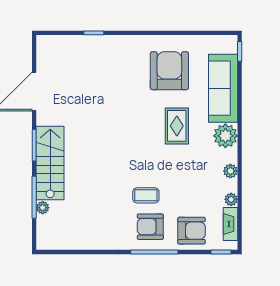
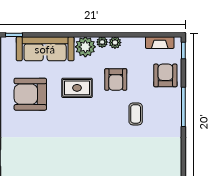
plant: (231, 199) -> (102, 42), moved
armchair: (150, 227) -> (116, 79), moved

